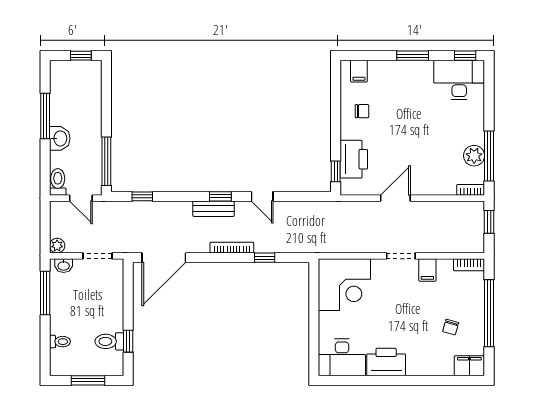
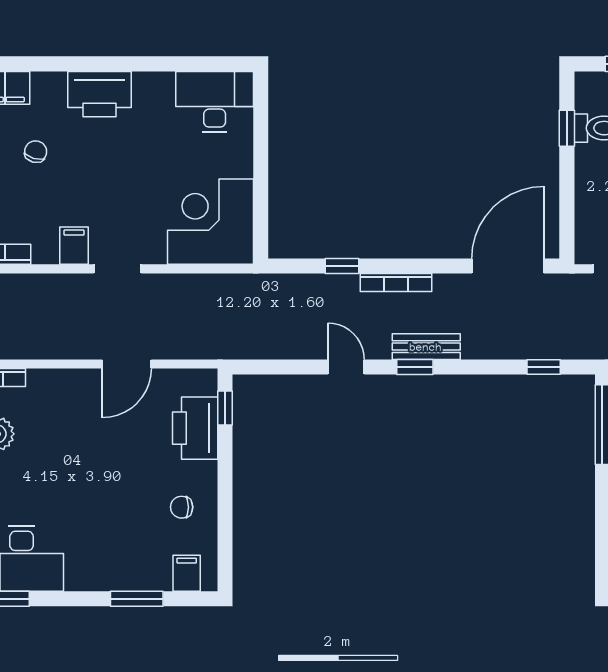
window: (413, 56) -> (137, 599), moved
printer: (386, 362) -> (100, 94), moved

